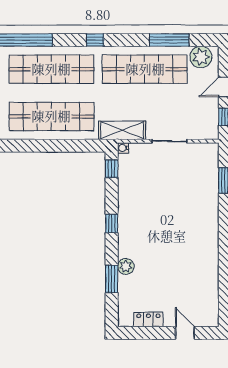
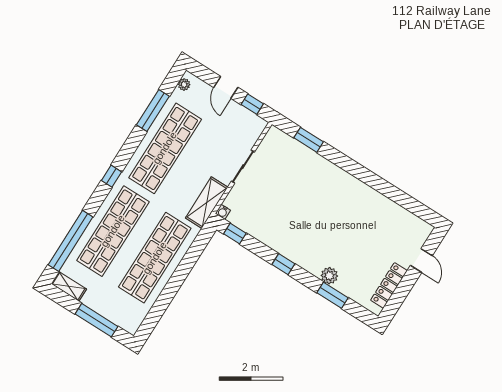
plant: (201, 57) -> (184, 84), width x0.53, depth x0.53
locker: (148, 319) -> (389, 285), width x1.53
door: (185, 333) -> (421, 260), swing flipped

